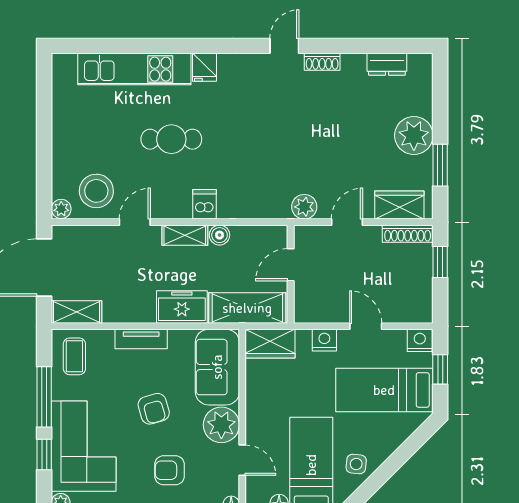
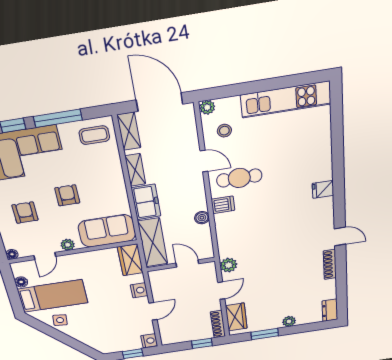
shoe rack: (322, 62) -> (330, 264), width x1.43
dresser: (387, 64) -> (330, 310), moved
kitchen unit: (134, 69) -> (286, 100), moved, turned -90
plant: (414, 135) -> (289, 321), width x0.53, depth x0.53
cafe table: (171, 139) -> (239, 178), moved, turned 90
stool: (96, 191) -> (224, 131), width x0.53, depth x0.53
door: (347, 222) -> (221, 291), hinge flipped
shelving: (185, 235) -> (135, 170), moved
tv unit: (141, 339) -> (117, 179), removed
bed: (384, 390) -> (113, 327), removed
armchair: (154, 409) -> (67, 195), turned 106
plant: (221, 425) -> (68, 245), width x0.53, depth x0.53

